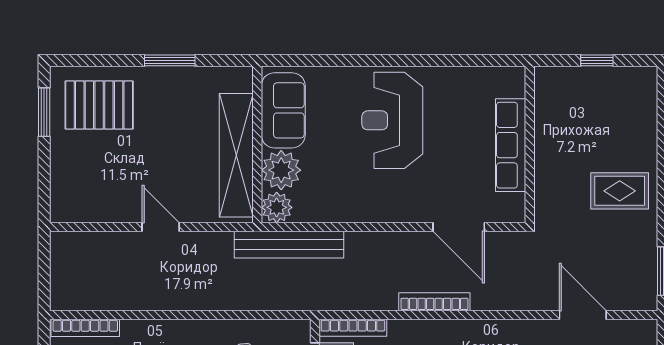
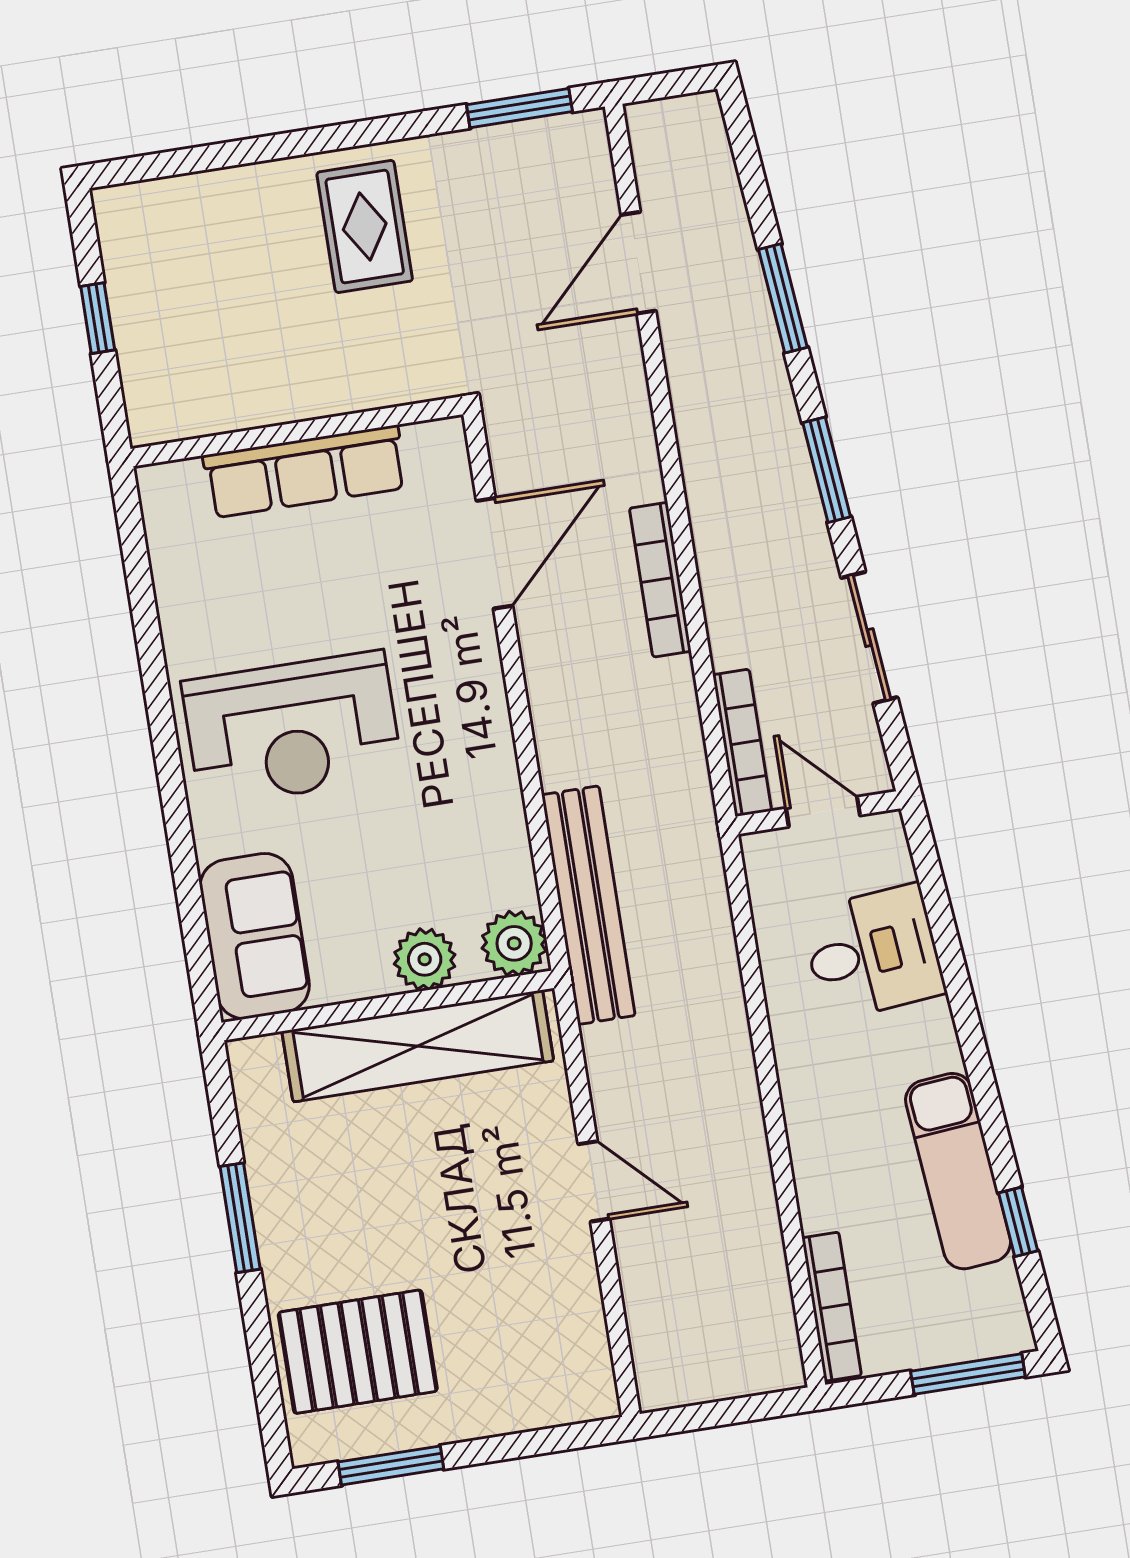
pallet: (99, 105) -> (358, 1352), turned 90
sofa: (283, 110) -> (255, 936), moved, turned 90
plant: (281, 170) -> (425, 959), width x0.73, depth x0.73
door: (161, 227) -> (594, 1181), swing flipped

